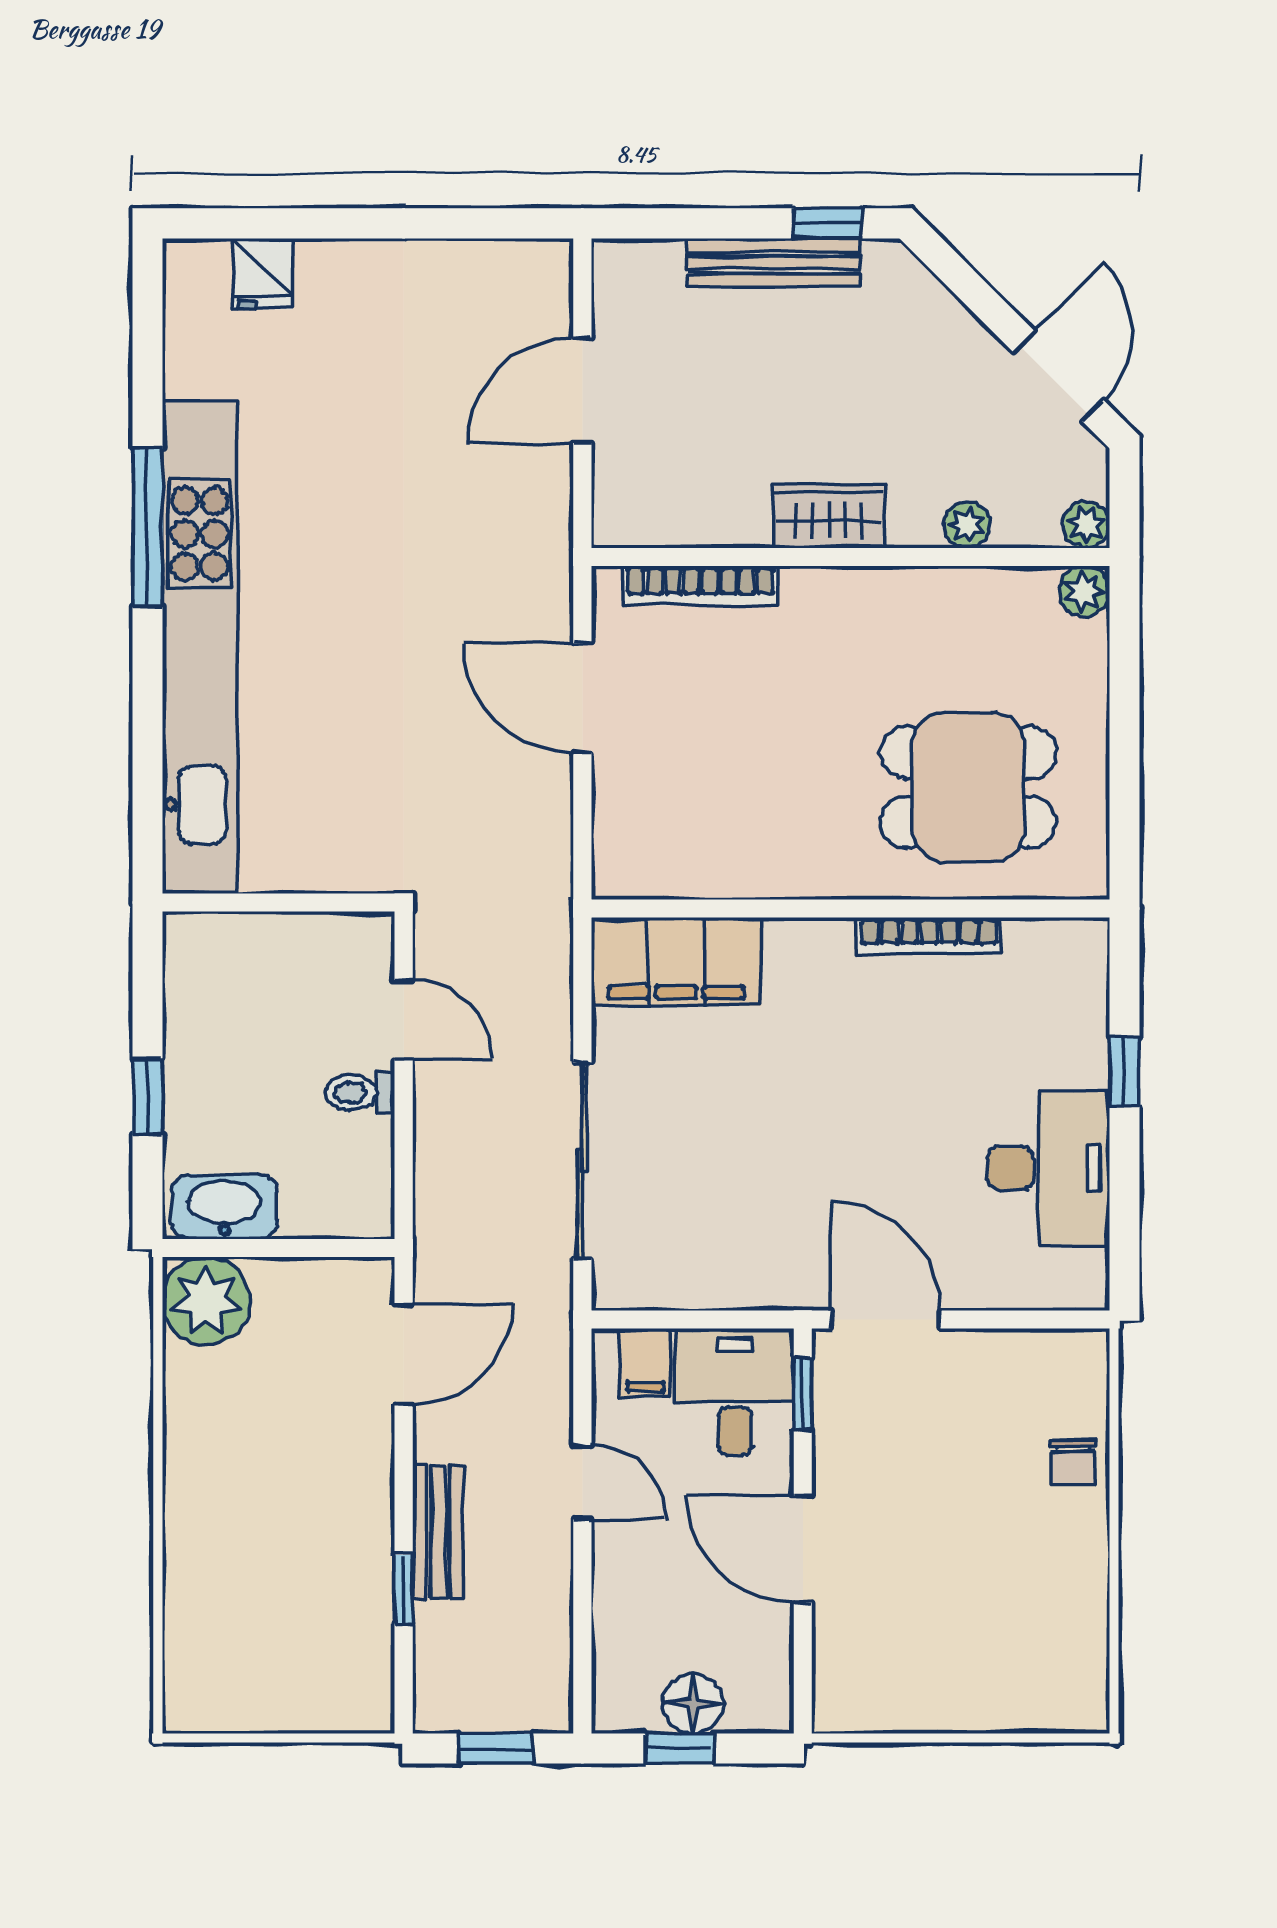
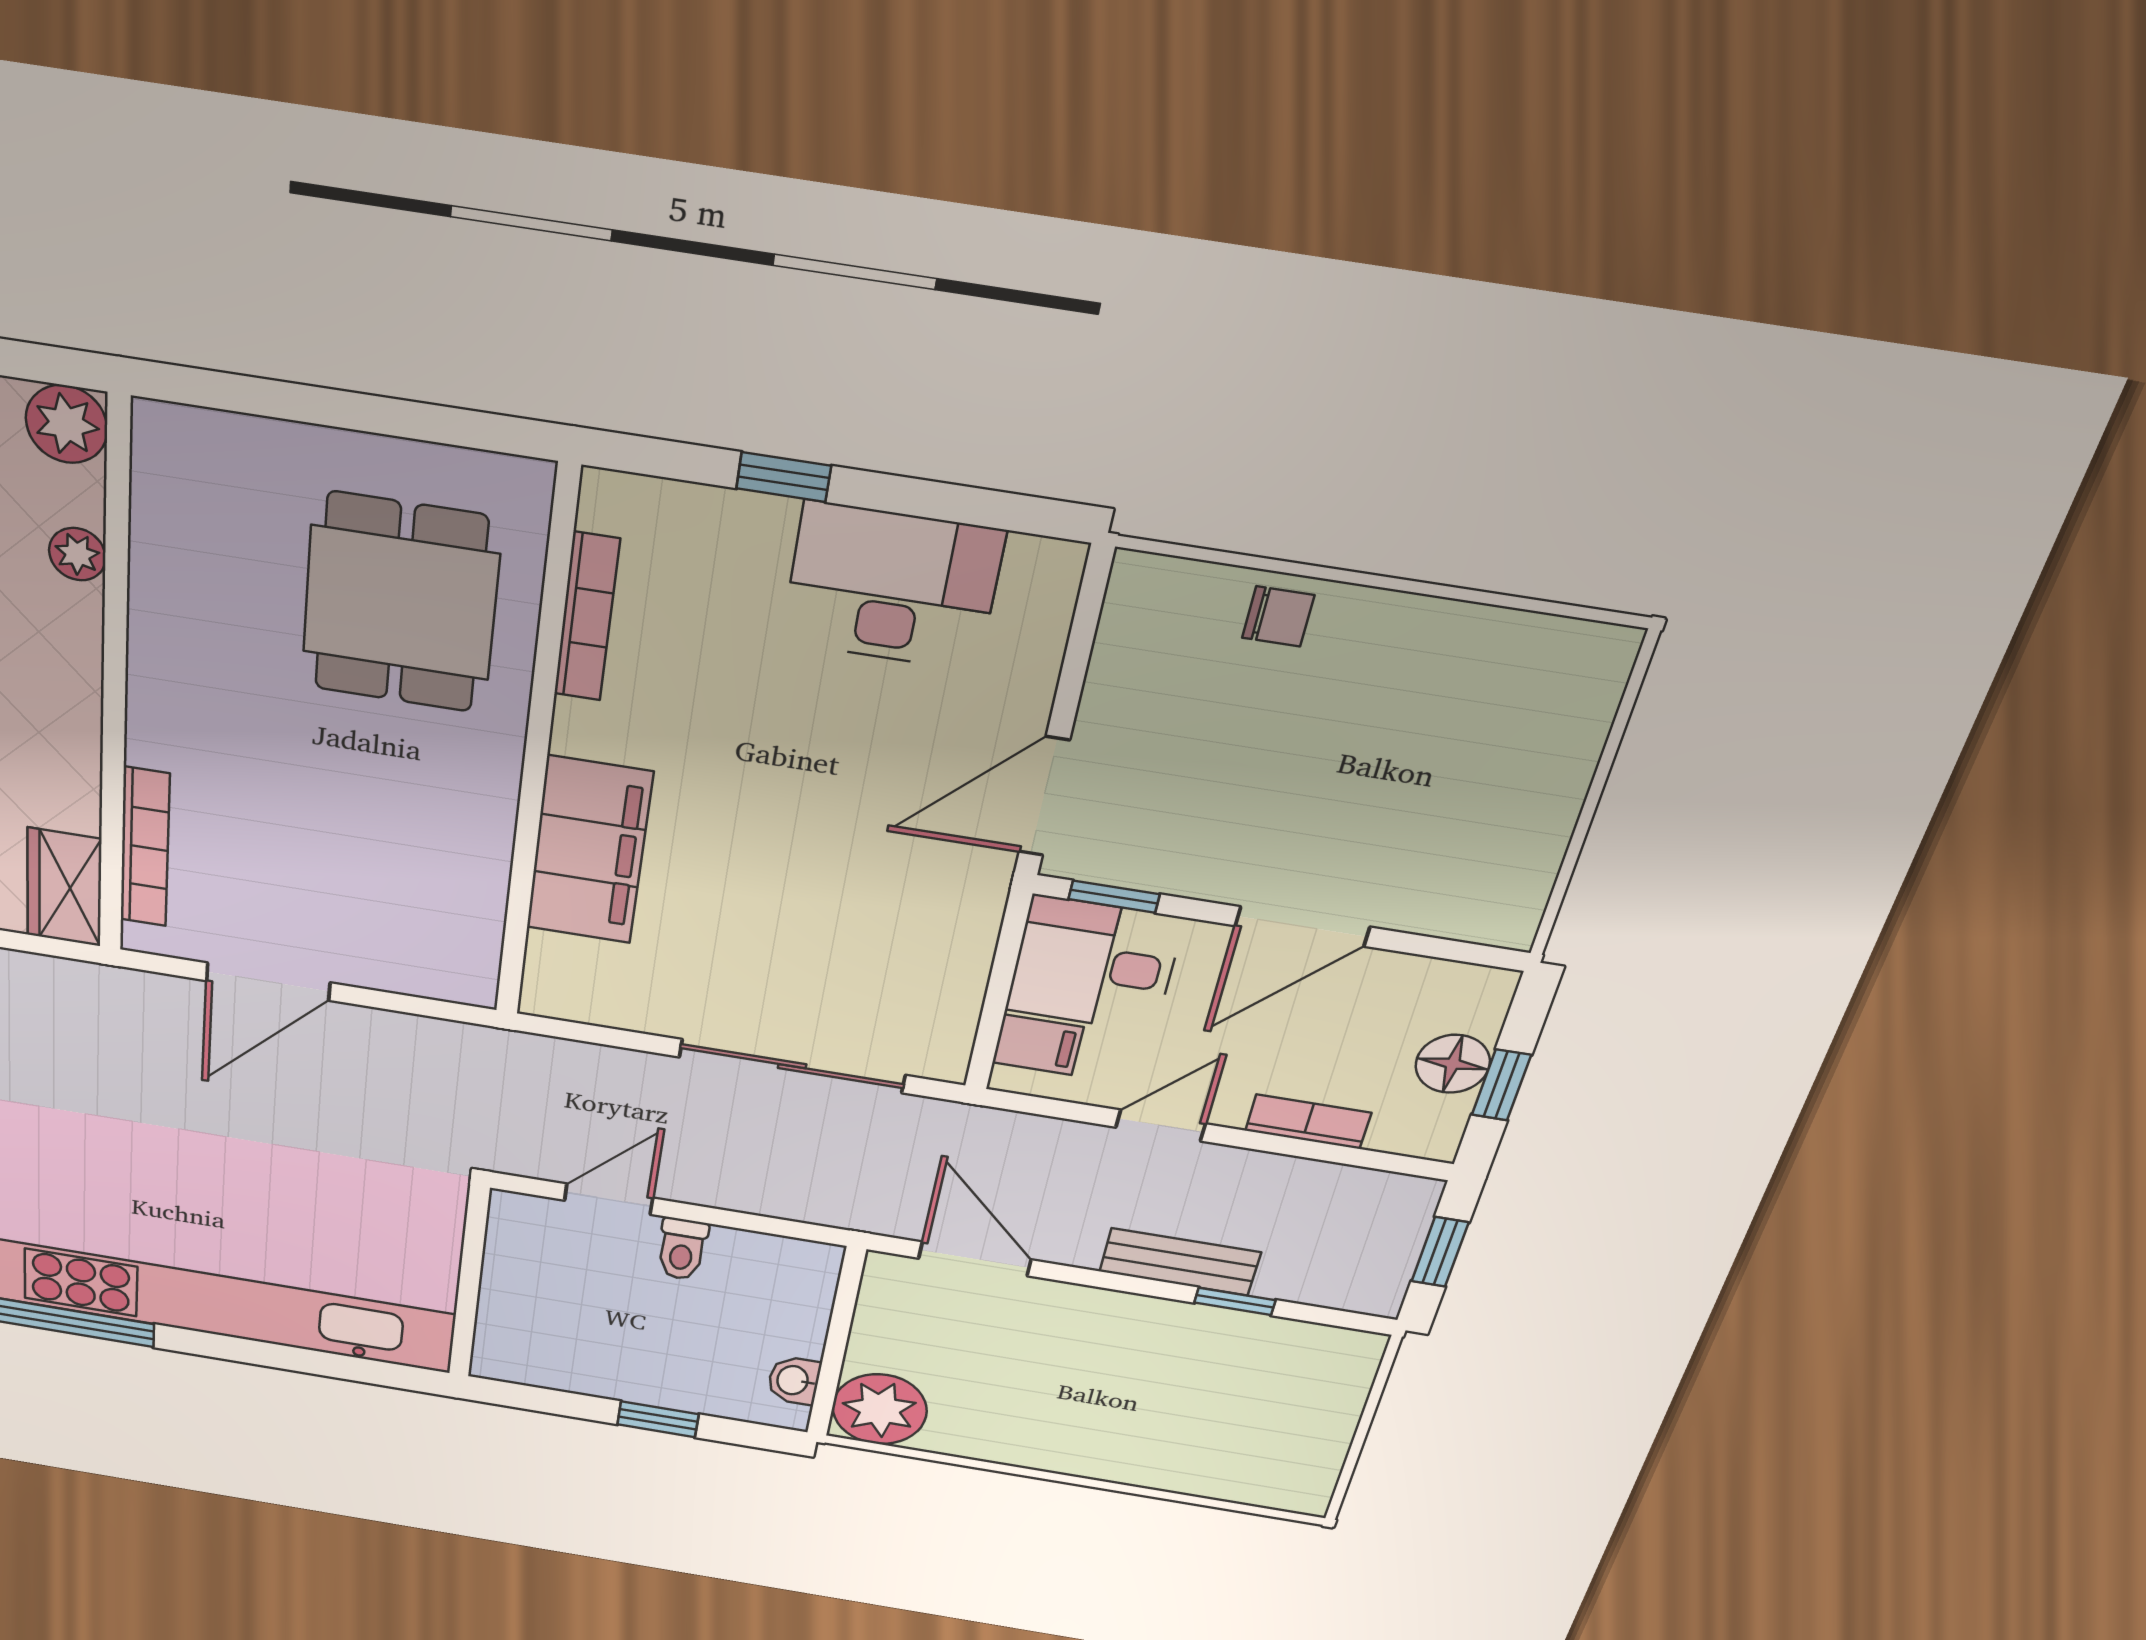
wardrobe: (829, 516) -> (64, 887), moved
plant: (1086, 525) -> (67, 424), width x1.38, depth x1.38
plant: (1084, 591) -> (162, 431), removed
bookcase: (929, 936) -> (587, 617), moved
filing cabinet: (676, 961) -> (589, 850), moved
washbasin: (224, 1207) -> (794, 1380), width x0.52, depth x0.69
bookcase: (611, 1603) -> (1308, 1122), added

